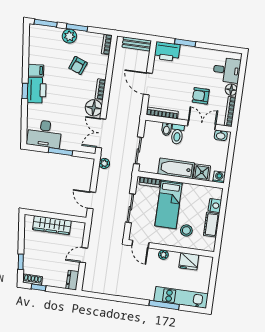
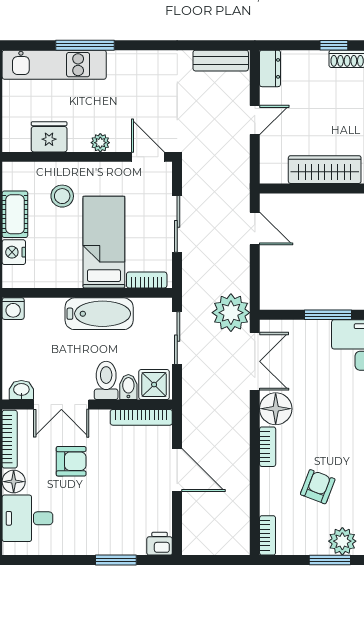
bench: (137, 44) -> (221, 61), moved
printer: (167, 52) -> (160, 544), width x0.53, depth x0.68
plant: (104, 163) -> (231, 313), width x1.88, depth x1.88
shower: (202, 172) -> (154, 385), moved

